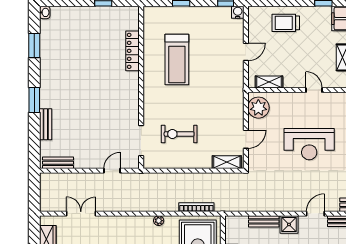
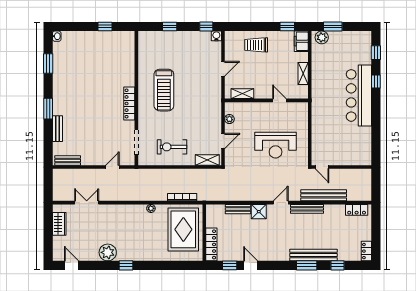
locker: (132, 51) -> (129, 104), moved
treadmill: (177, 59) -> (164, 90), moved
plant: (258, 108) -> (229, 119), width x0.53, depth x0.53
exercise bike: (179, 134) -> (172, 147), moved

